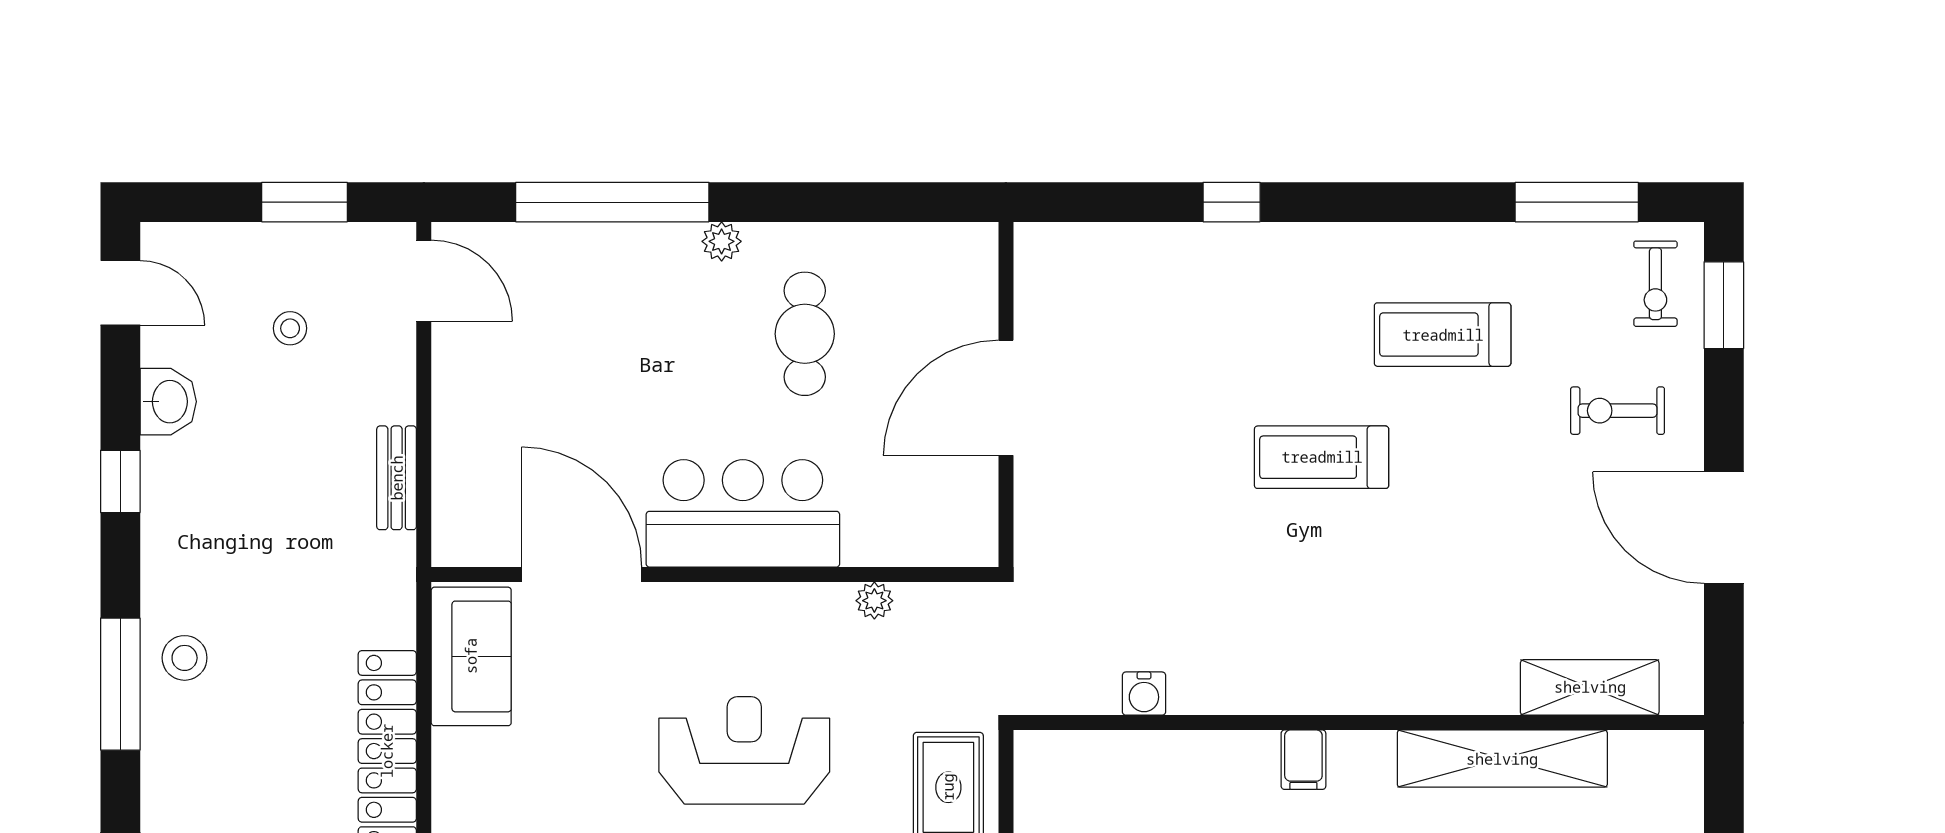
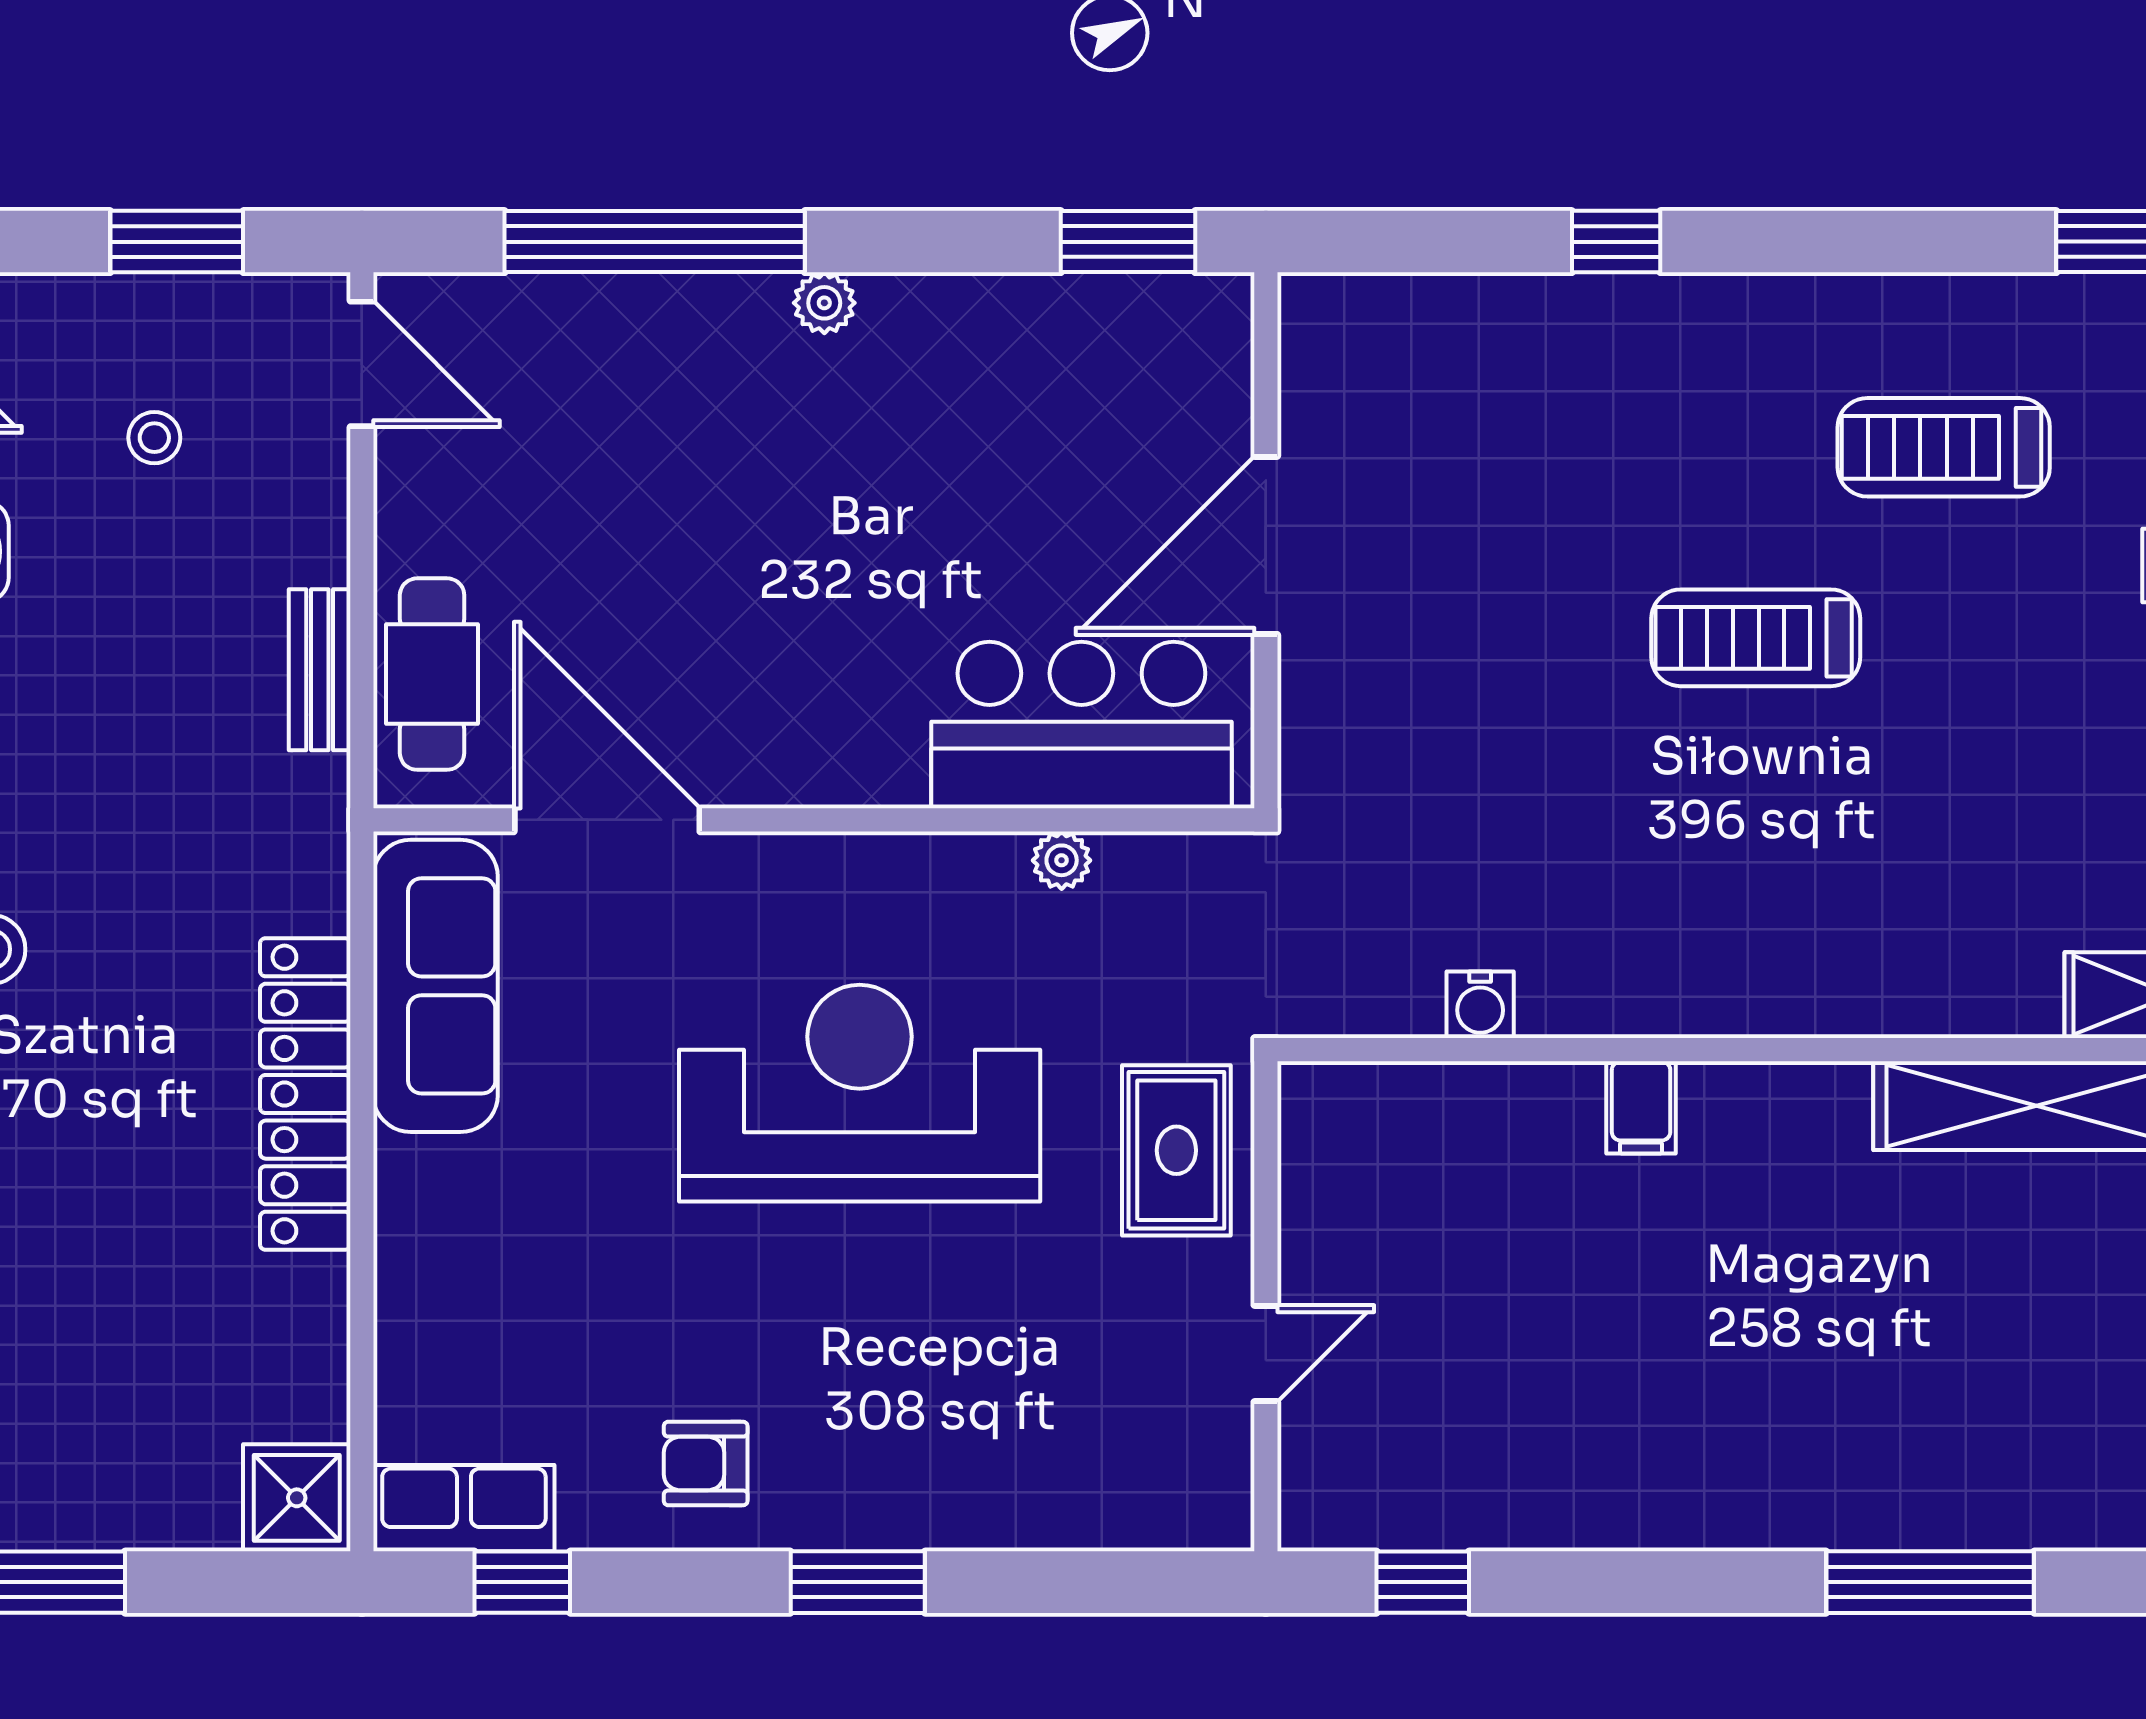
window: (917, 202) -> (1128, 242), added
cafe table: (805, 334) -> (432, 674), moved
bar counter: (743, 513) -> (1081, 725), moved
sofa: (471, 656) -> (436, 986), width x1.36
reception desk: (744, 750) -> (860, 1093), width x1.36, depth x1.30
filing cabinet: (1303, 760) -> (1641, 1107), moved

